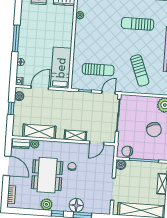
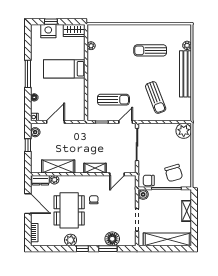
bed: (61, 68) -> (64, 69), moved, turned -90
chair: (154, 130) -> (174, 173), moved
floor lamp: (76, 205) -> (112, 239), moved

